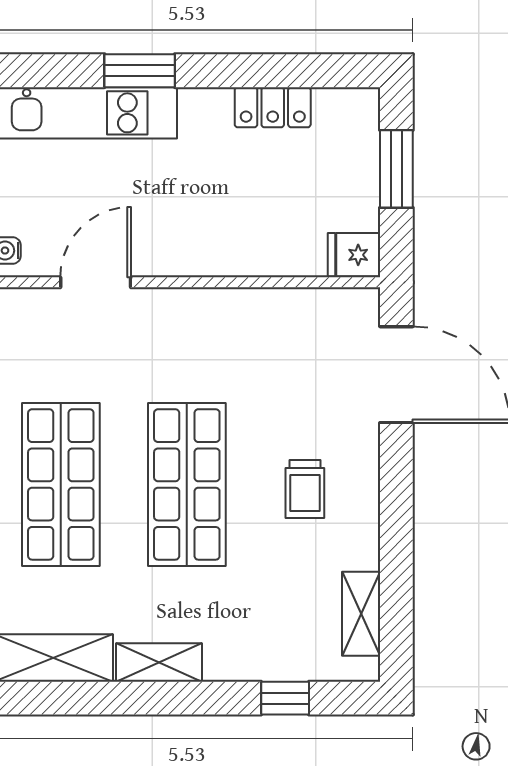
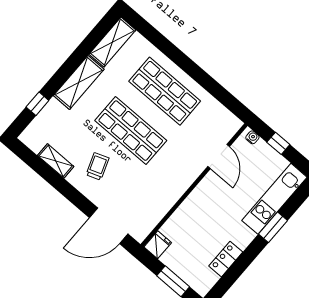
trolley: (305, 489) -> (98, 166), turned 70
shelving: (361, 614) -> (56, 161), moved
shelving: (159, 662) -> (79, 82), width x1.50, depth x1.33

